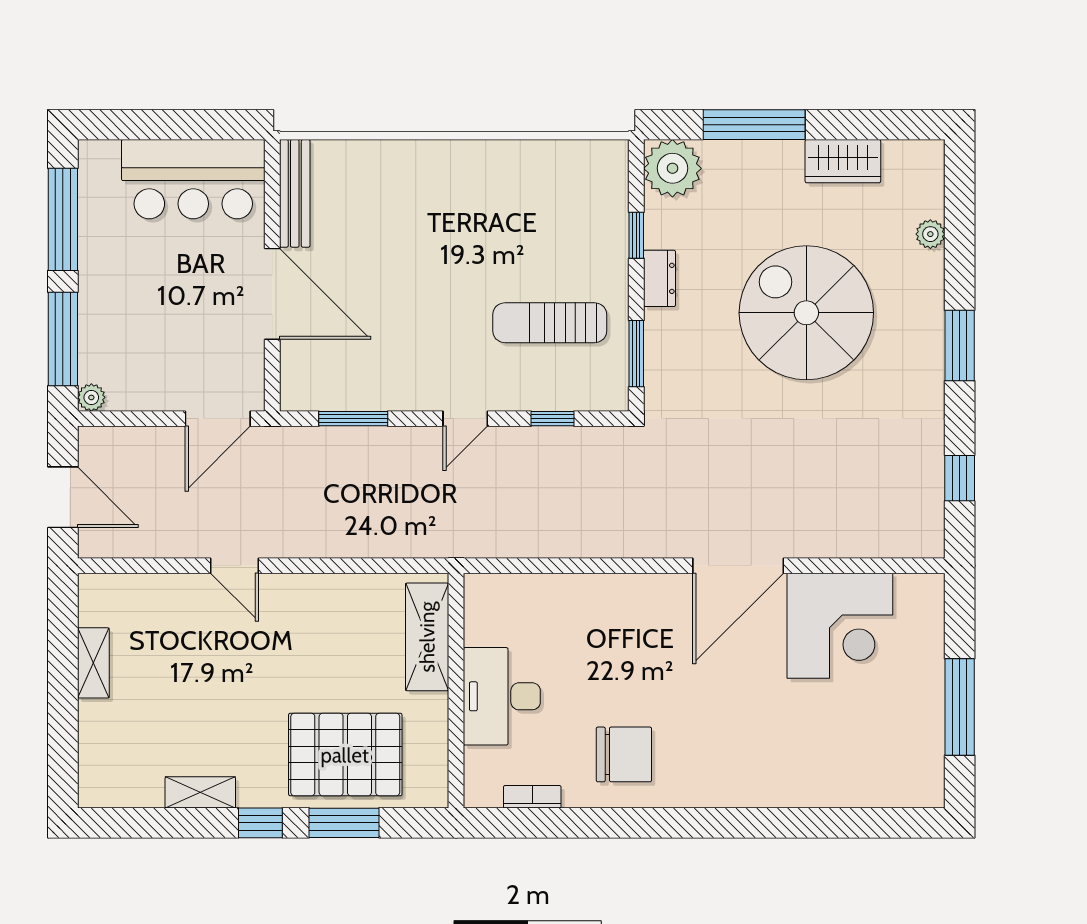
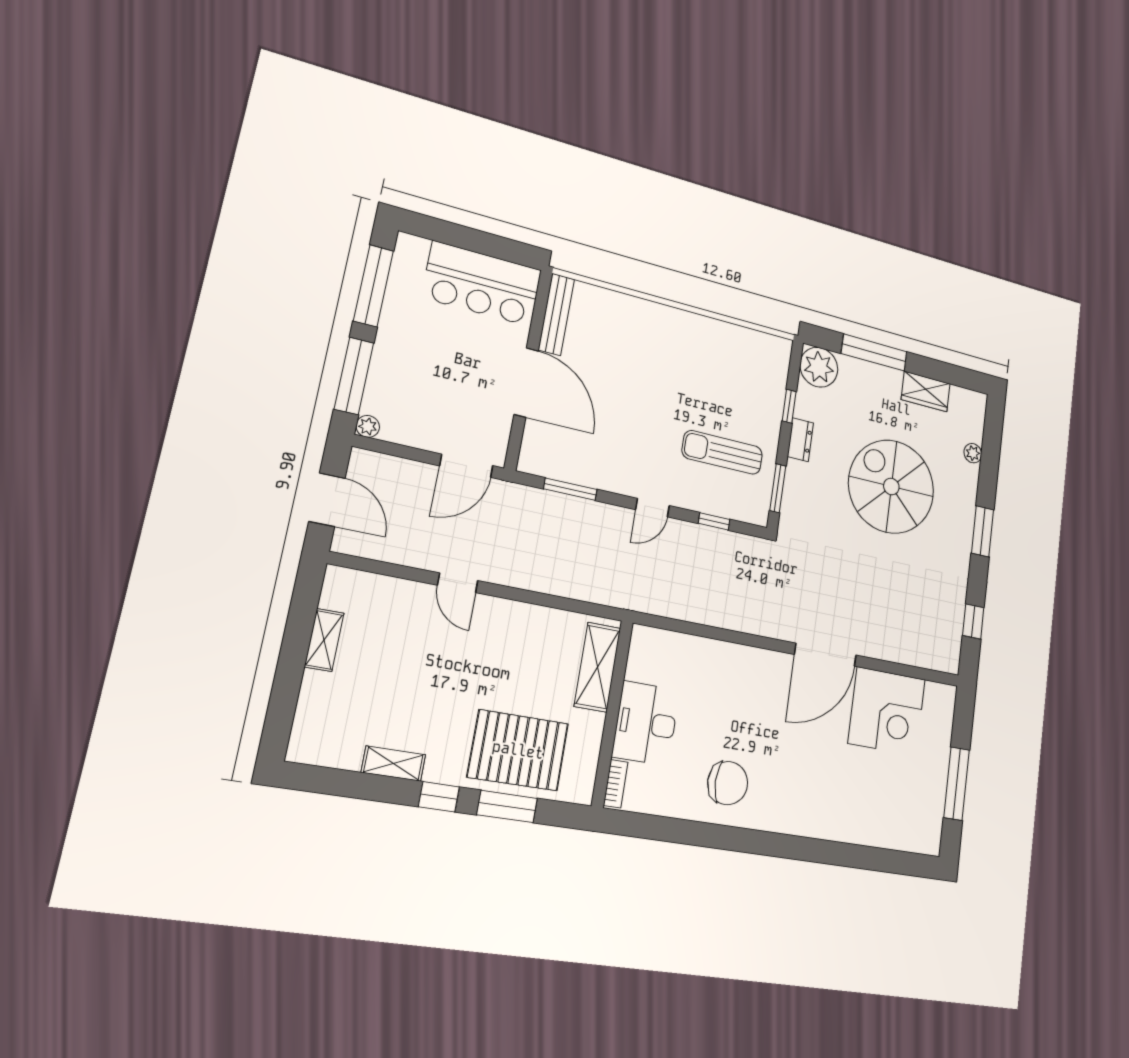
bookcase: (532, 797) -> (616, 784), moved, turned 90

